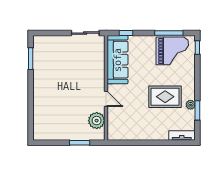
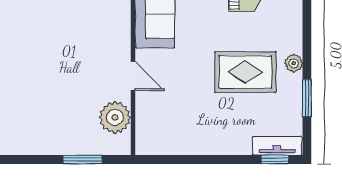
plant: (191, 105) -> (294, 63), moved
window: (181, 143) -> (275, 160), added

